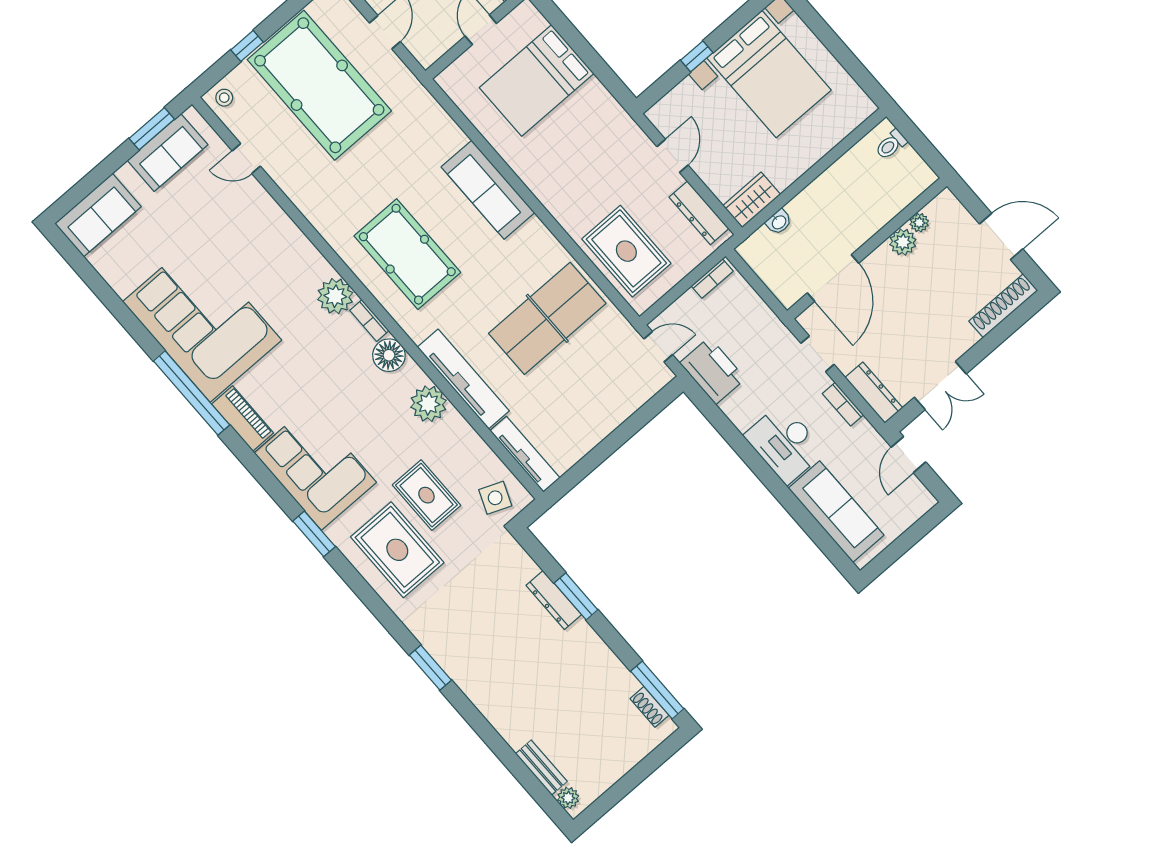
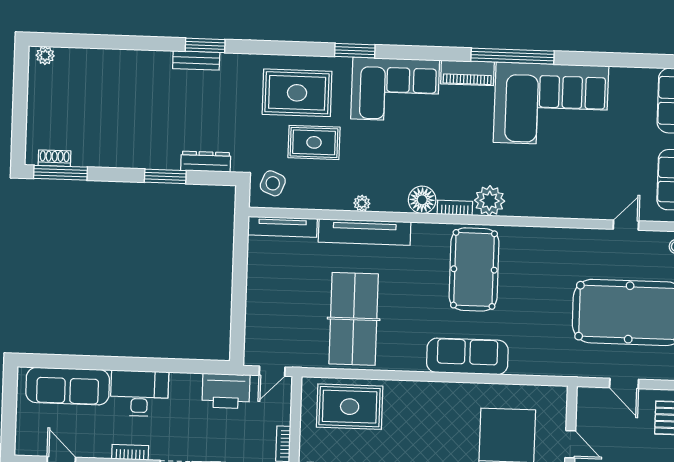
pool table: (407, 254) -> (474, 269), turned 90
plant: (428, 404) -> (362, 203), width x0.53, depth x0.53
dresser: (554, 600) -> (206, 162), moved
bench: (541, 768) -> (196, 60), moved

